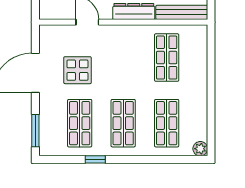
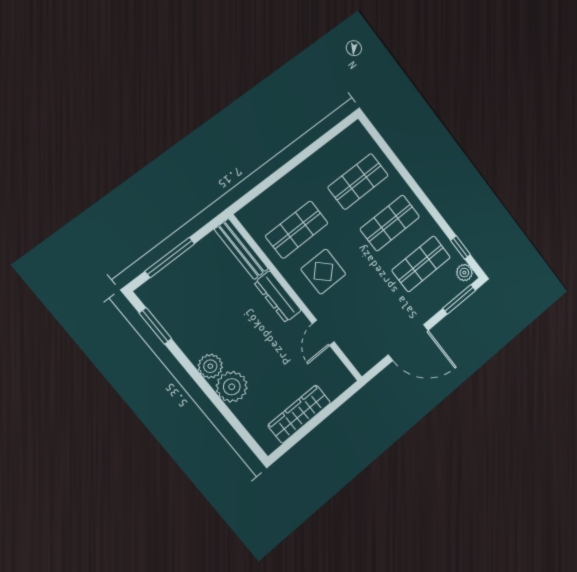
display table: (77, 70) -> (323, 272), moved
plant: (200, 149) -> (464, 273), moved
window: (95, 159) -> (460, 248), moved

